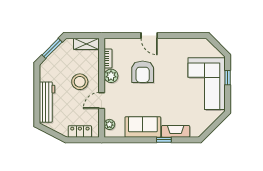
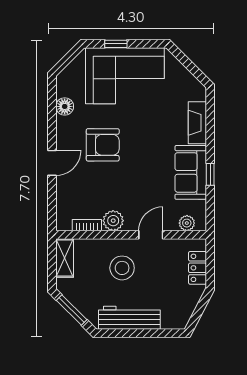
floor lamp: (186, 44) -> (65, 106), added
armchair: (143, 72) -> (103, 145), moved
door: (102, 101) -> (151, 235), swing flipped
workbench: (47, 102) -> (129, 318), moved
window: (164, 140) -> (210, 174), moved

